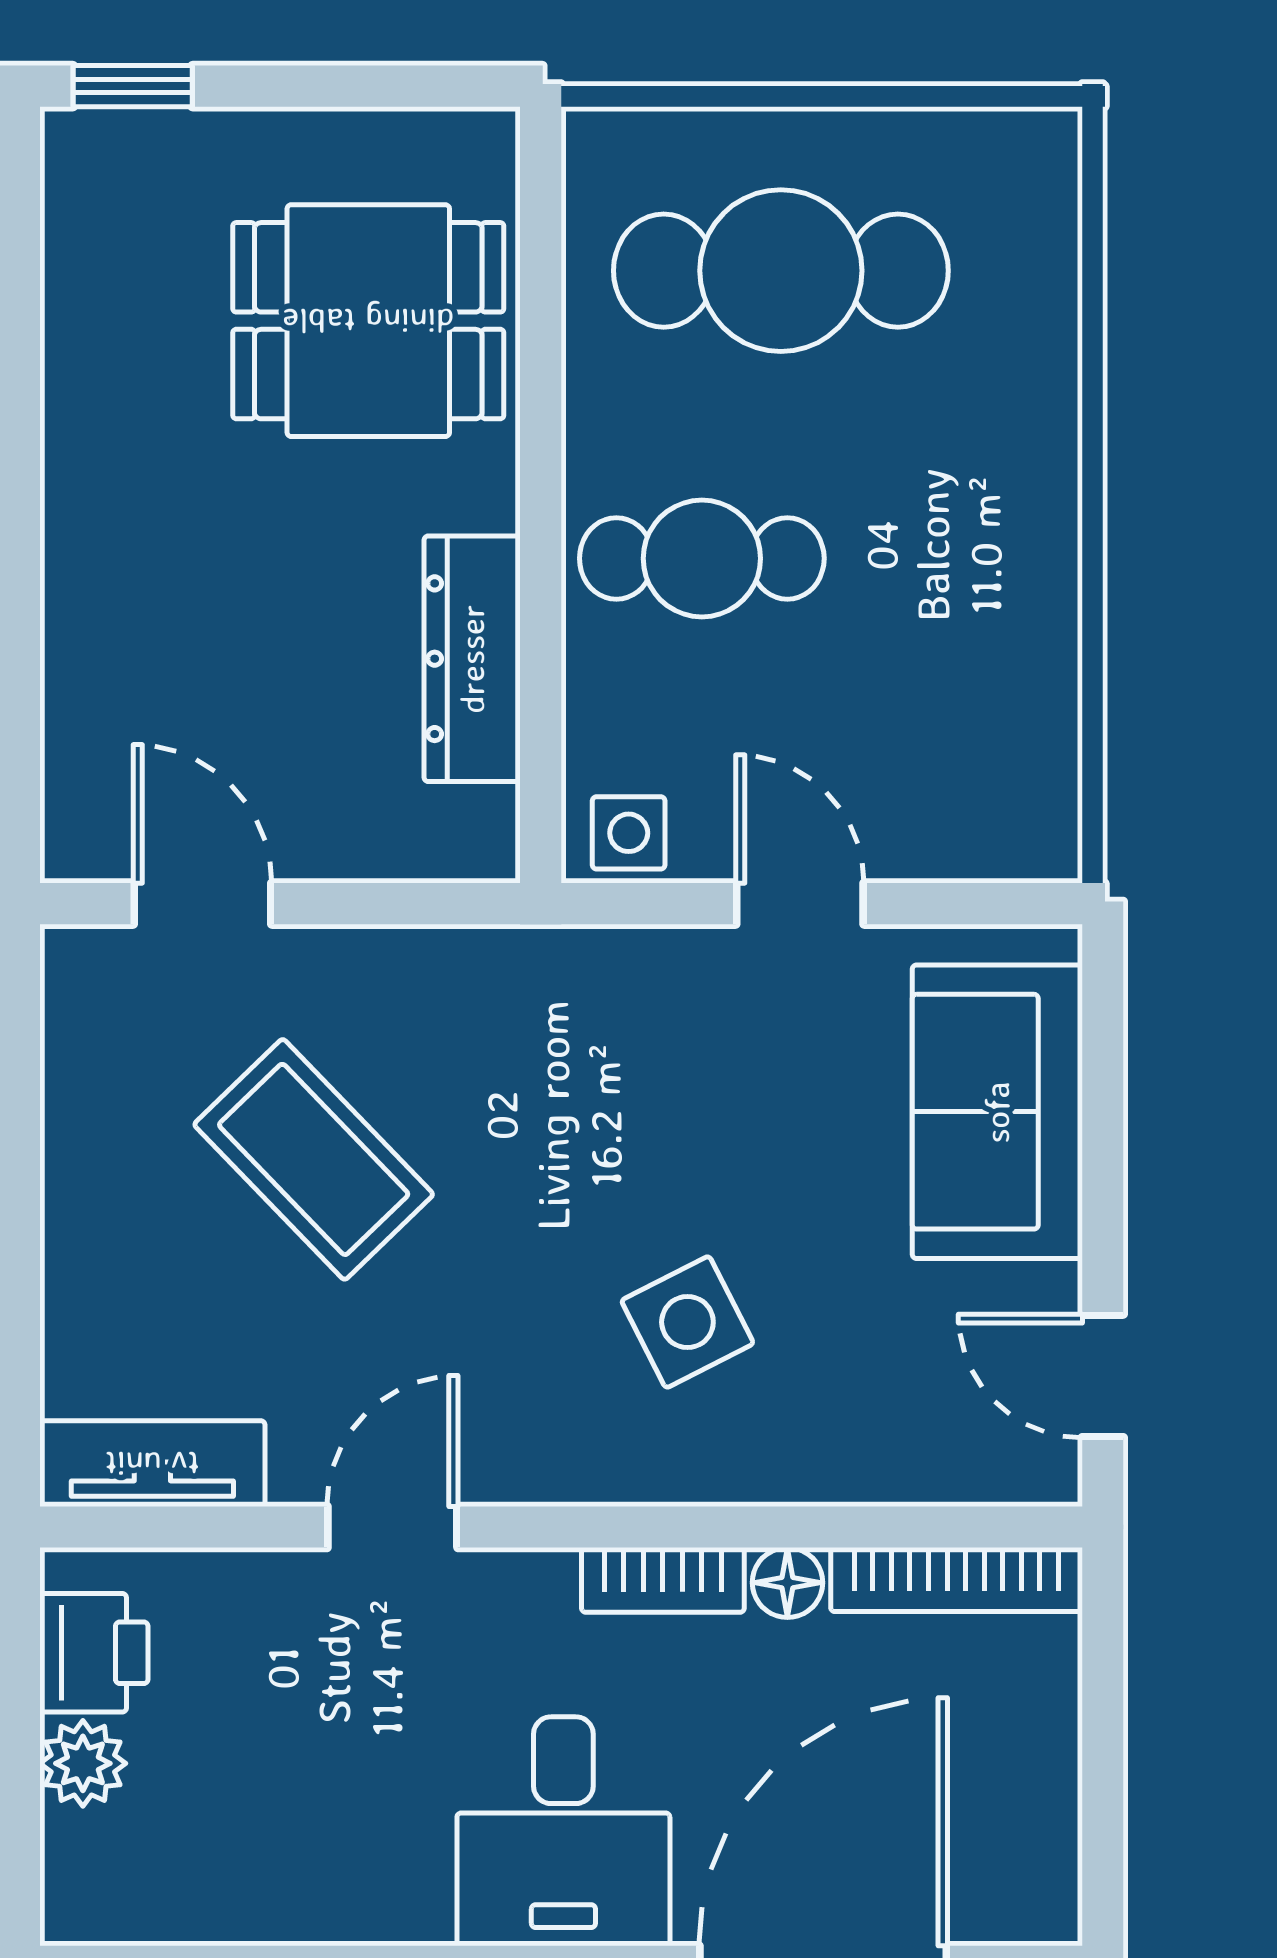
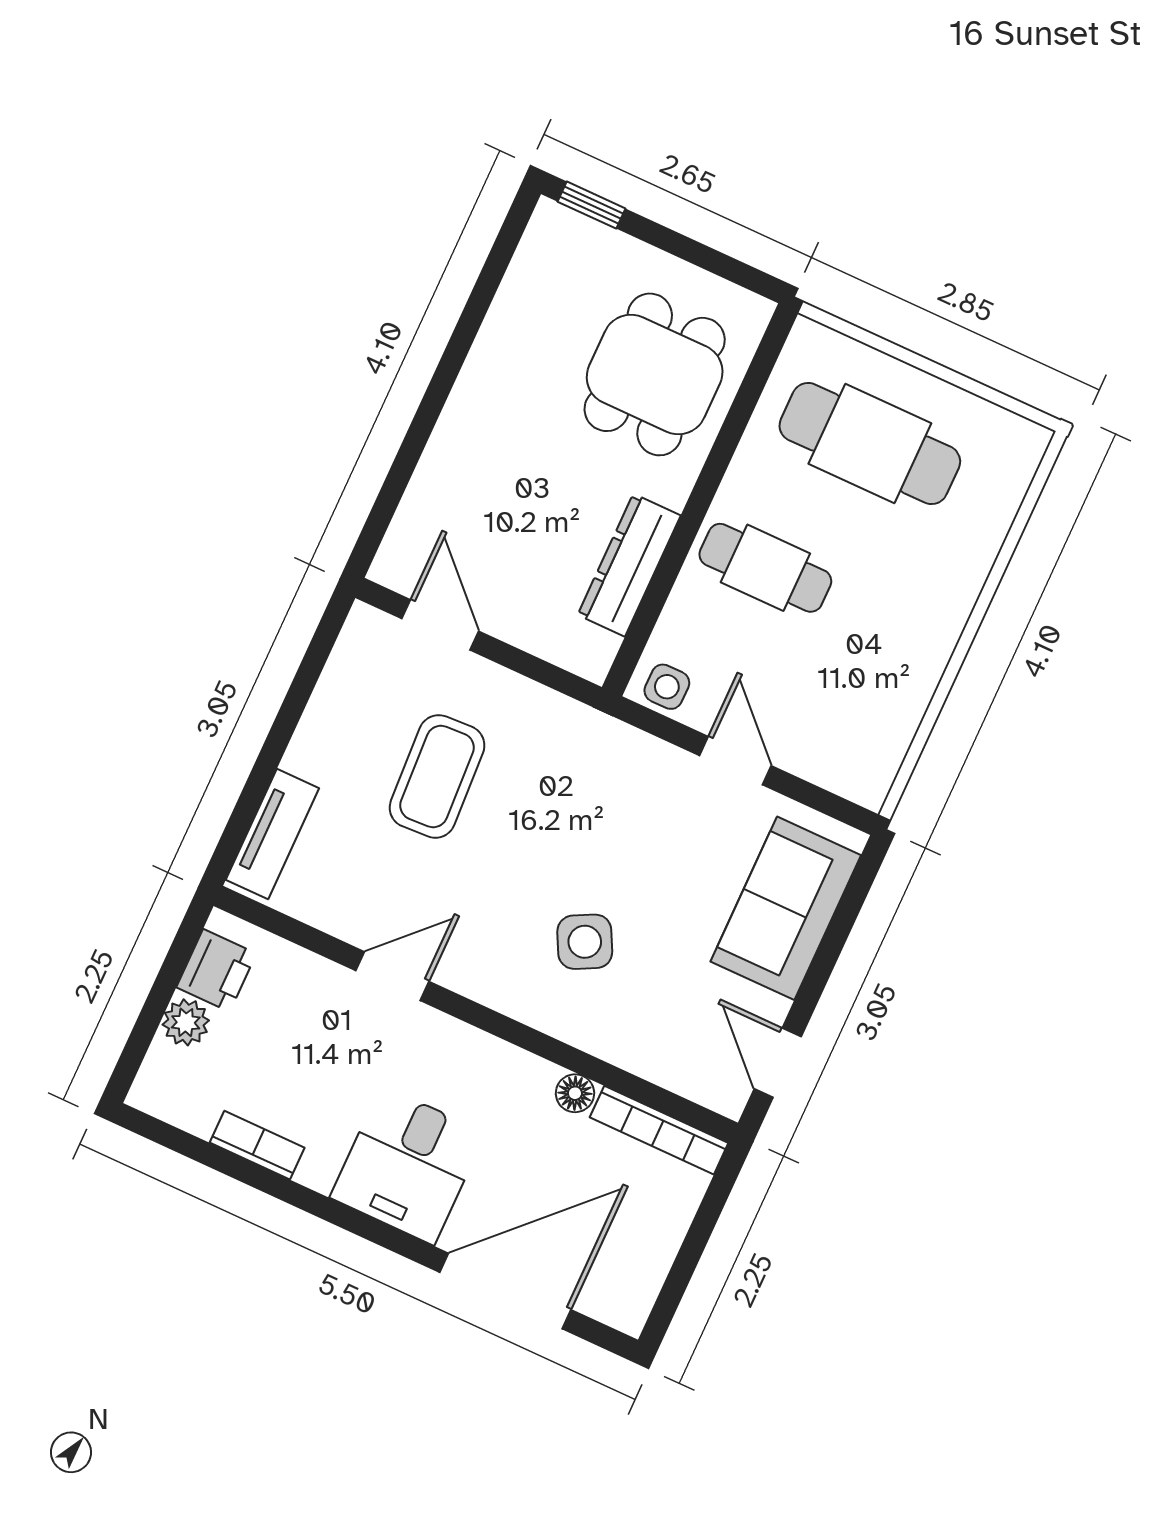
dining table: (368, 321) -> (655, 374), turned 90
coffee table: (314, 1159) -> (437, 776), turned 41
tv unit: (152, 1464) -> (272, 834), moved, turned 90
bookcase: (663, 1580) -> (257, 1145), moved, turned 180

